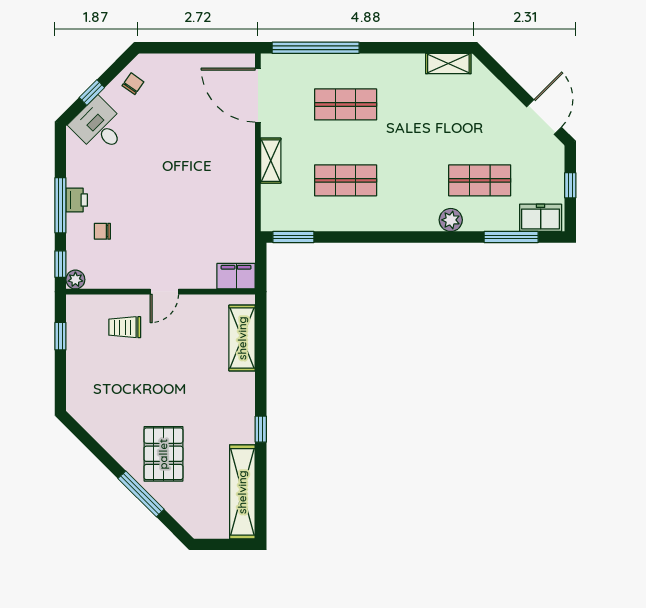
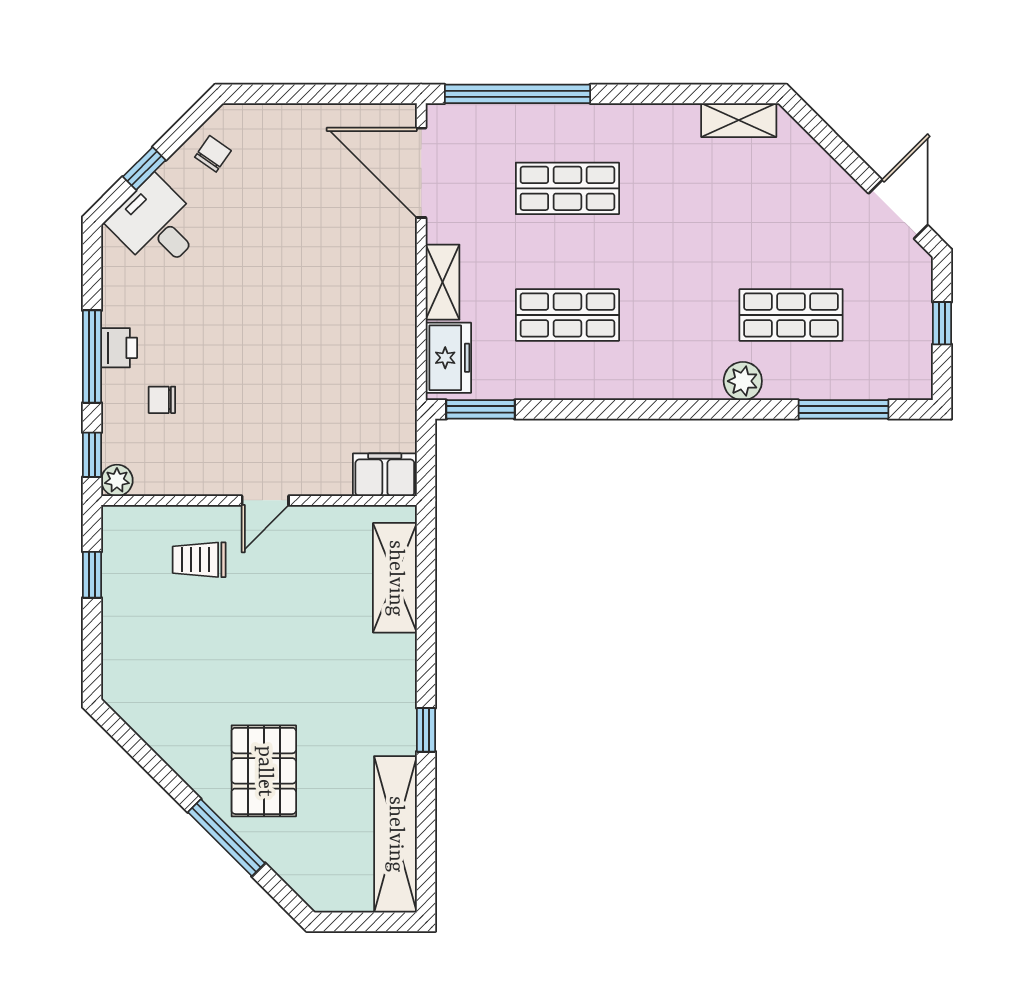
freezer: (541, 218) -> (448, 358), moved, turned 90

